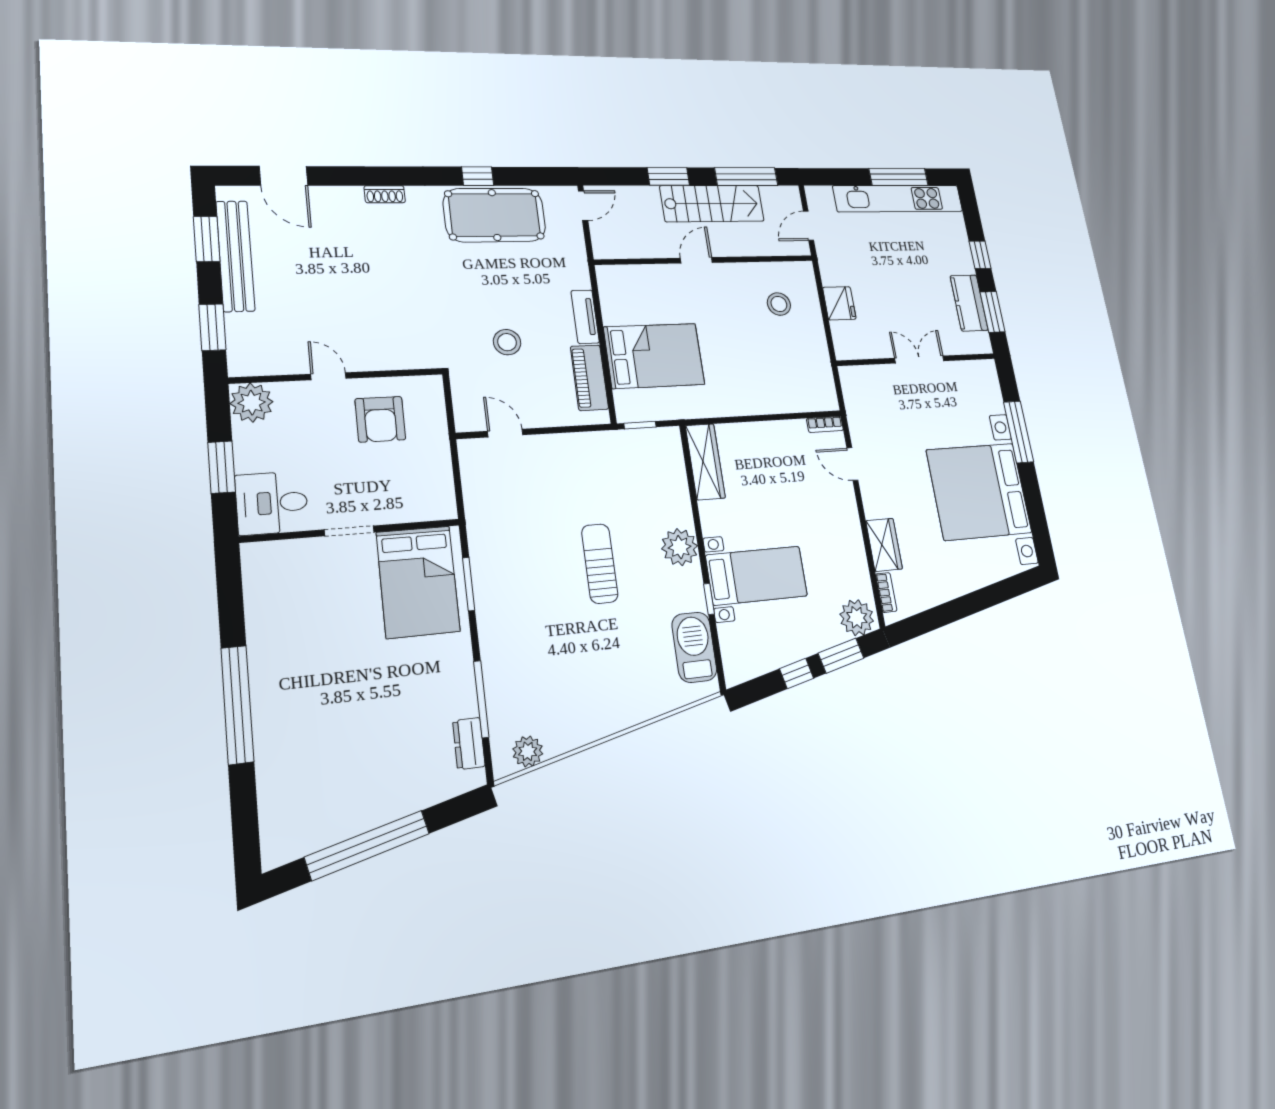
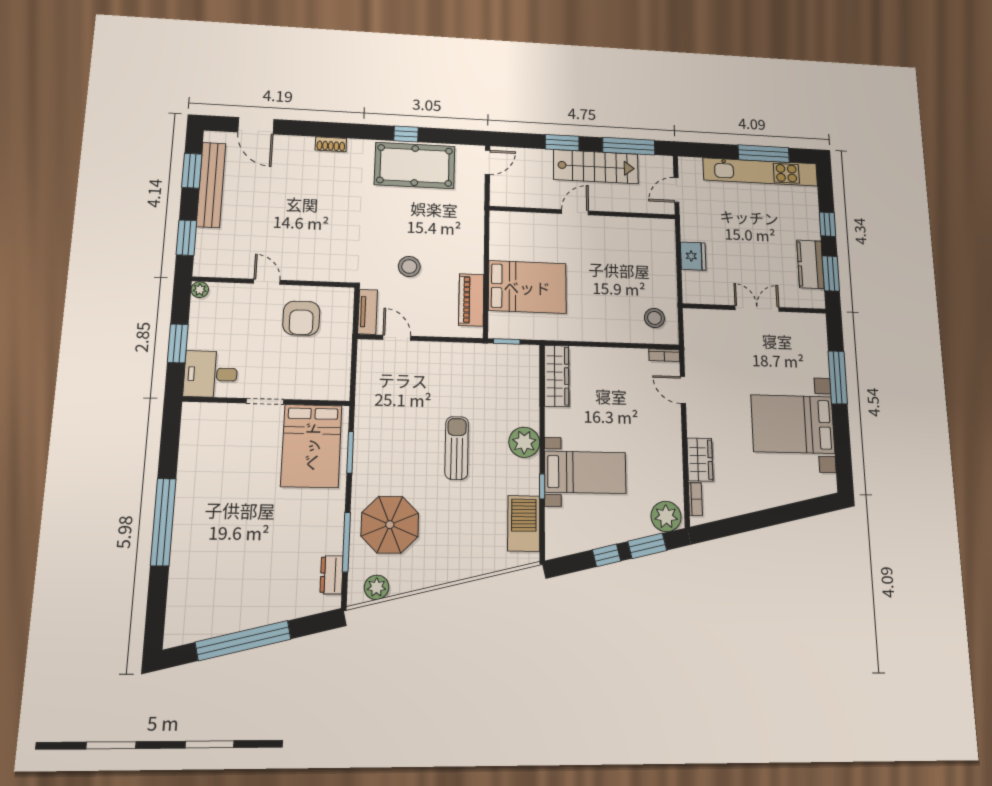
stool: (779, 304) -> (654, 318), moved
tv unit: (585, 317) -> (368, 312), moved, turned 180
plant: (252, 403) -> (200, 290), width x0.53, depth x0.53
bed with nightstands: (979, 491) -> (793, 424), width x0.73
parasol: (532, 670) -> (390, 525), added

